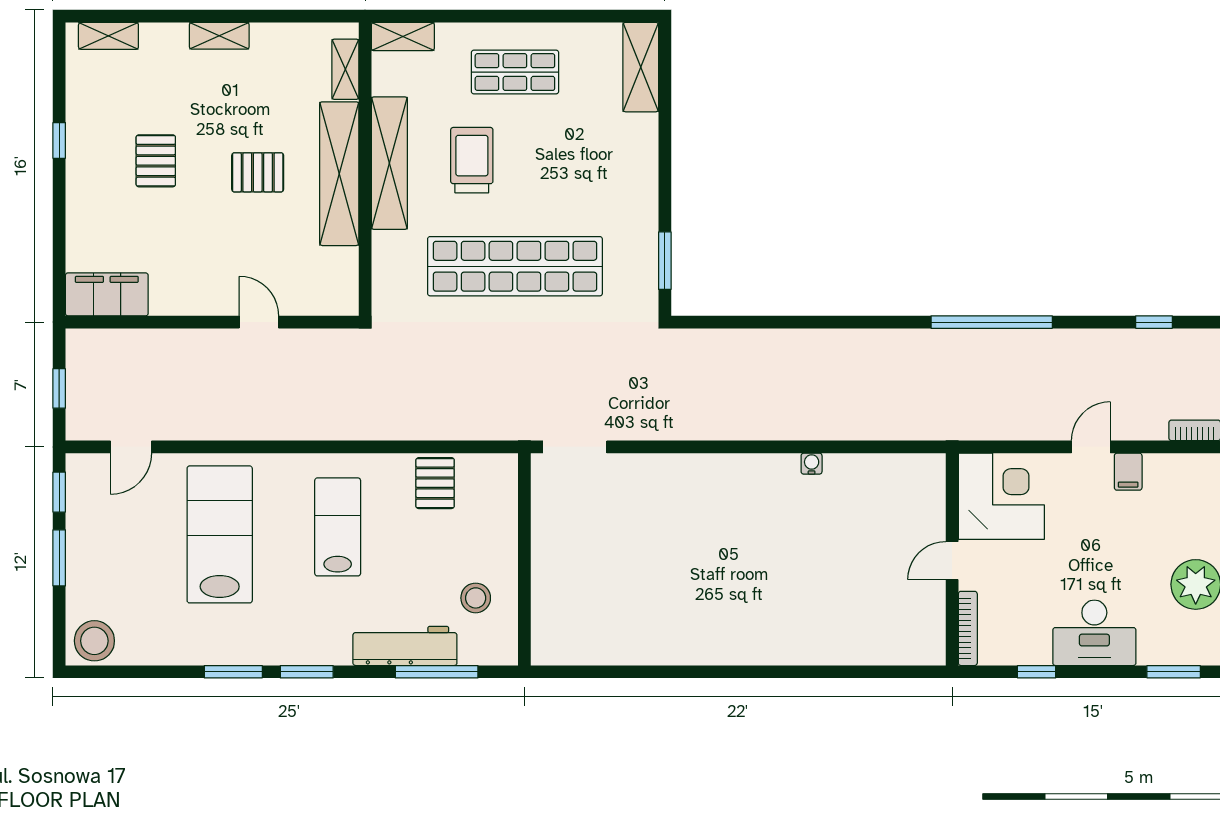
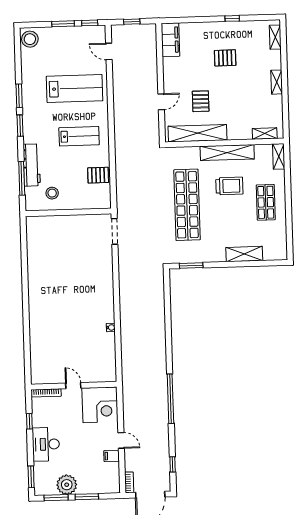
shelving: (641, 67) -> (244, 254), moved
pallet: (258, 172) -> (201, 101), moved
shelving: (339, 174) -> (197, 133), moved

